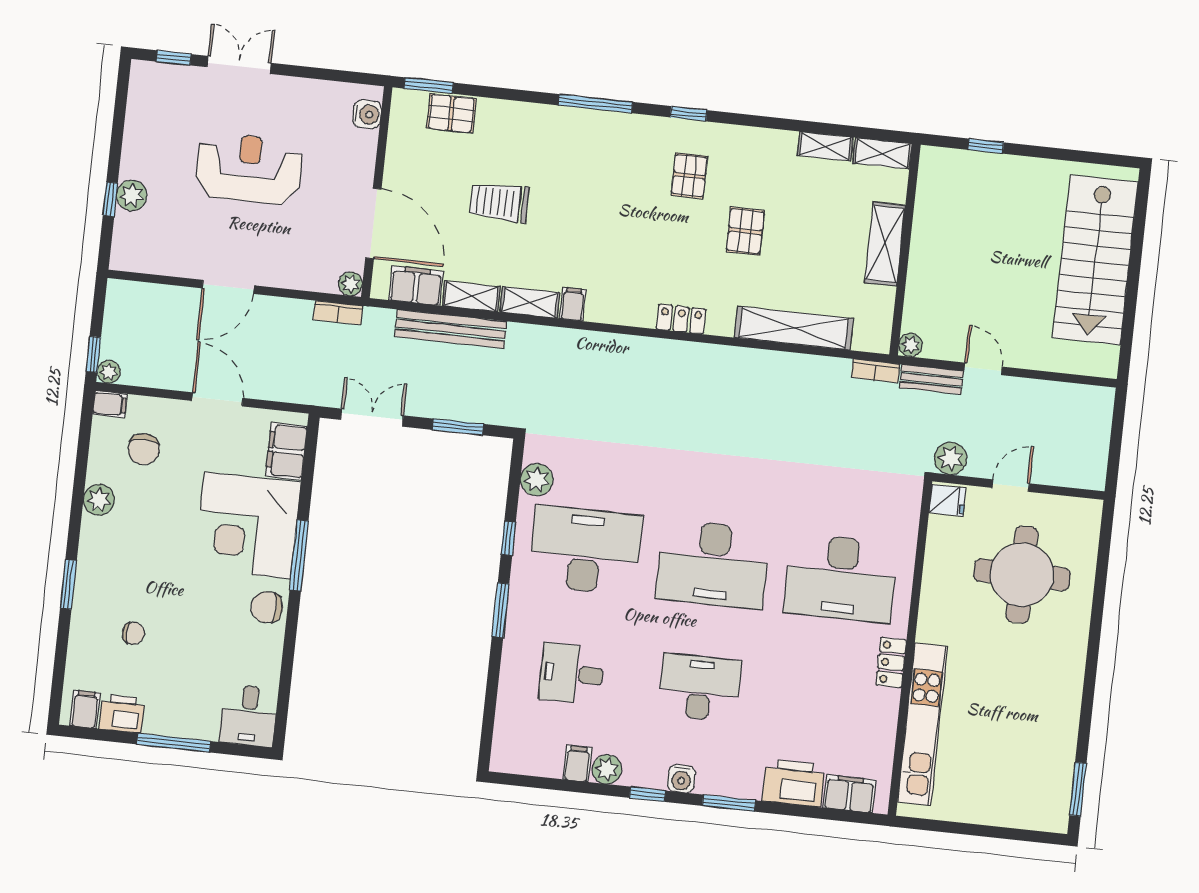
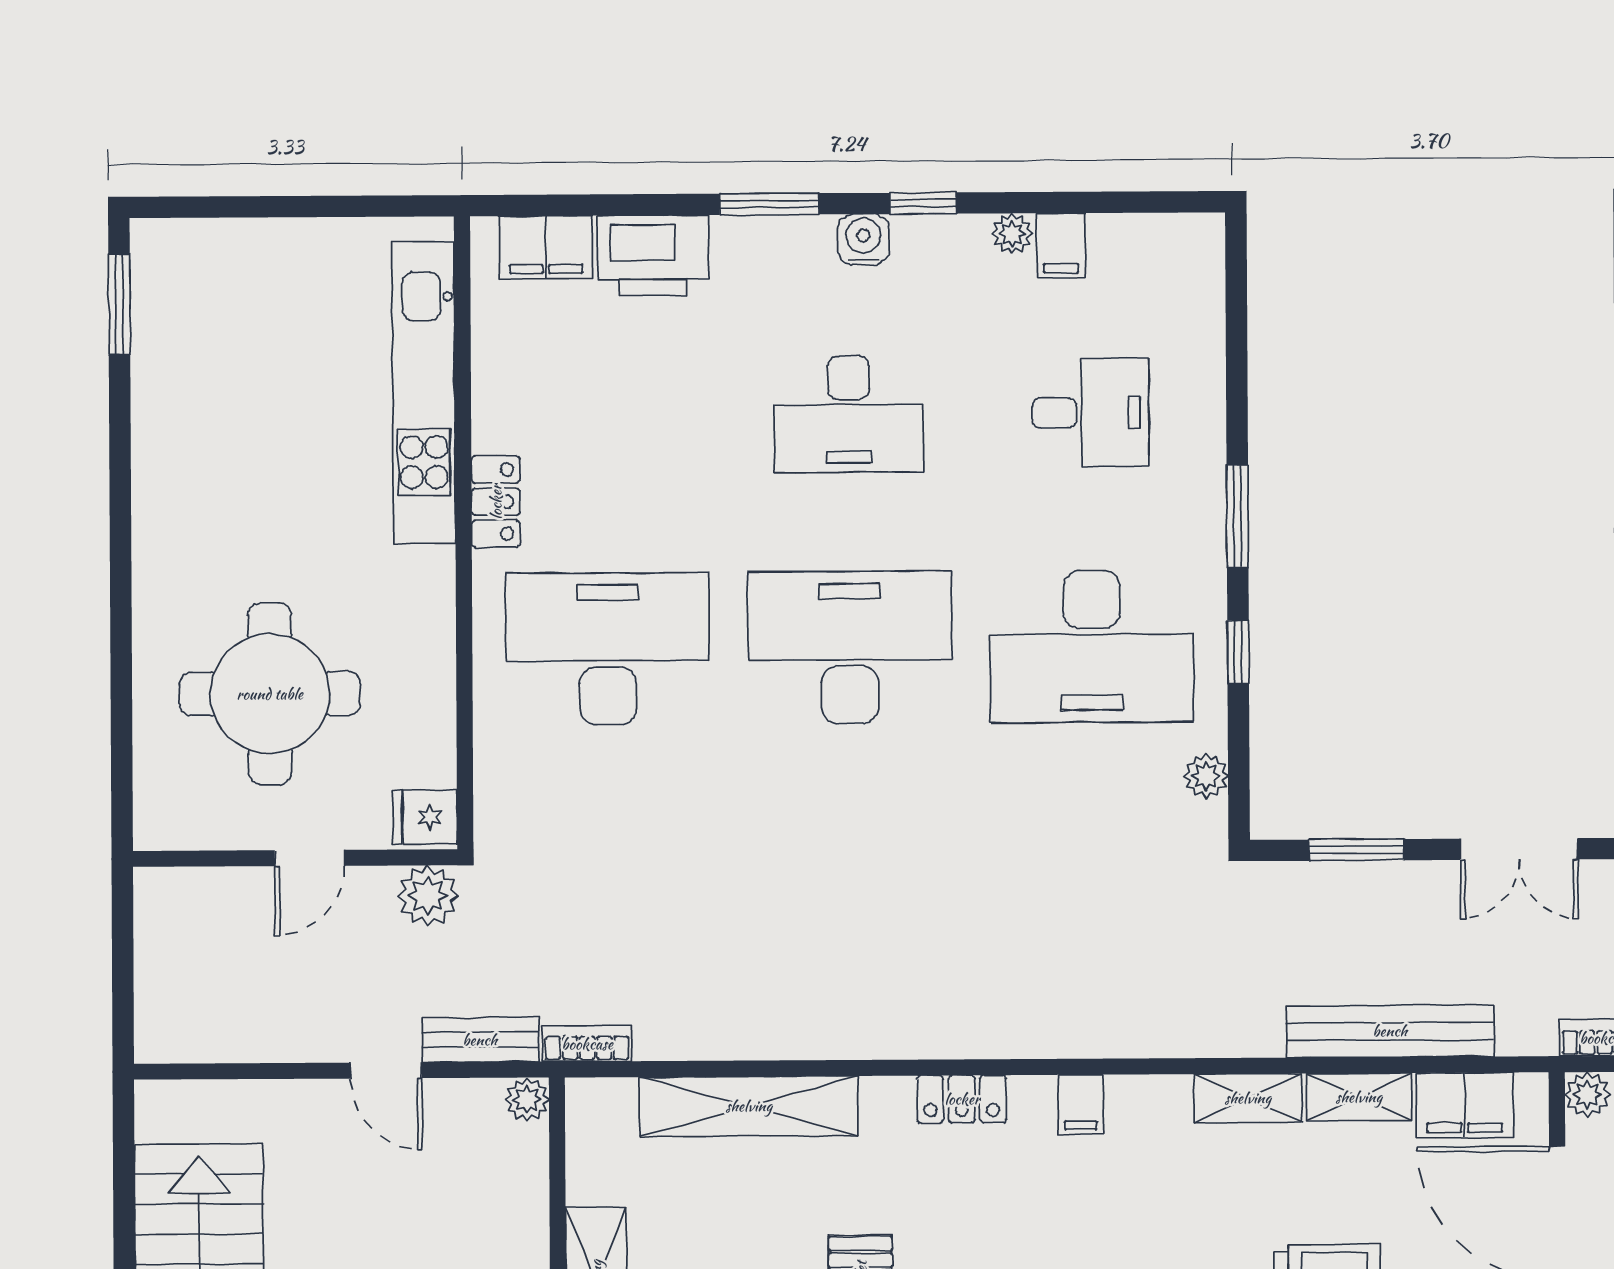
filing cabinet: (573, 304) -> (1080, 1104), moved
plant: (537, 480) -> (1206, 776), width x0.73, depth x0.73
plant: (607, 769) -> (1012, 234), width x0.73, depth x0.73

